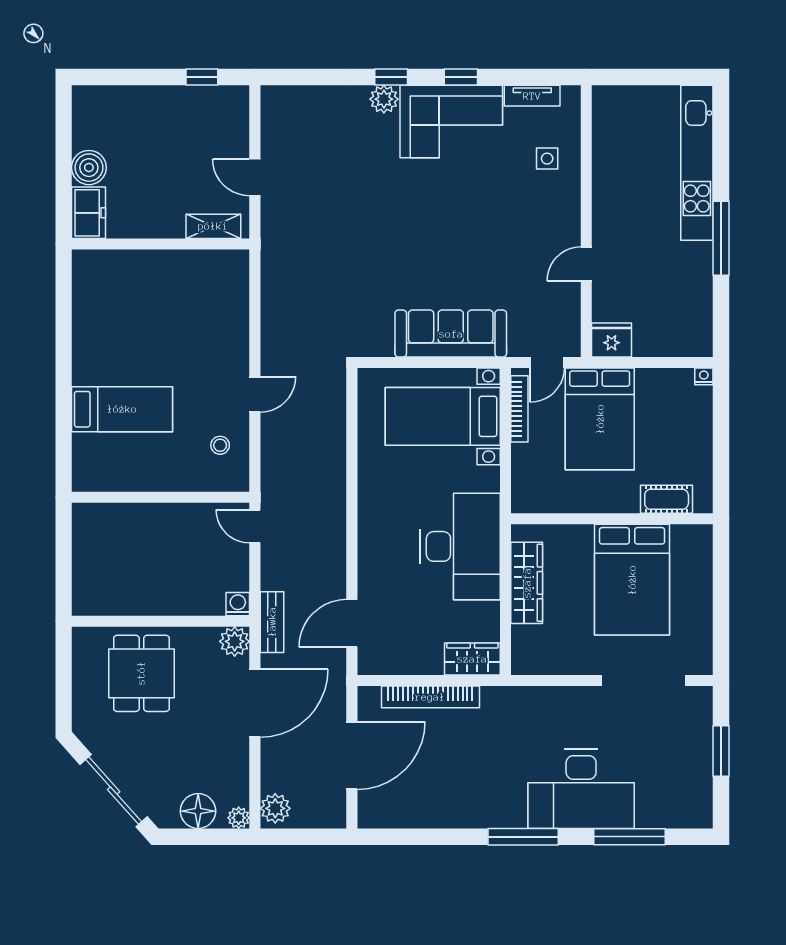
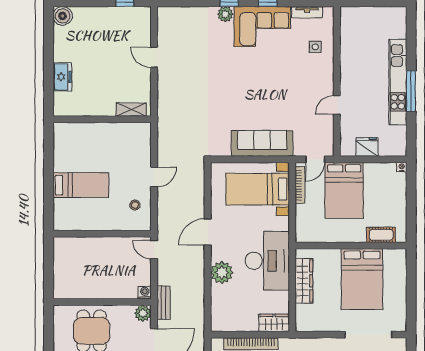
kitchen unit: (697, 163) -> (398, 82), moved
boiler: (89, 168) -> (63, 16), moved
shelving: (213, 226) -> (131, 110), moved
wall: (161, 244) -> (102, 119), moved
fridge: (612, 340) -> (367, 147), moved
plant: (378, 568) -> (222, 273), added
door: (352, 623) -> (208, 232), moved

